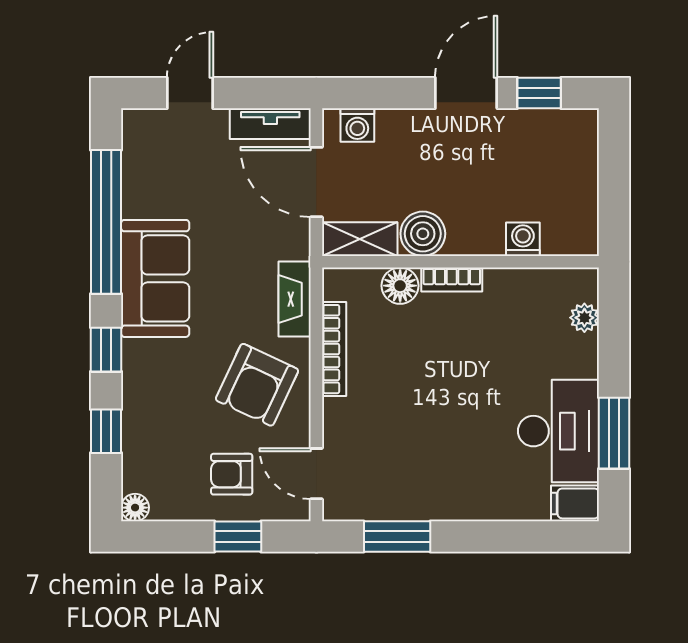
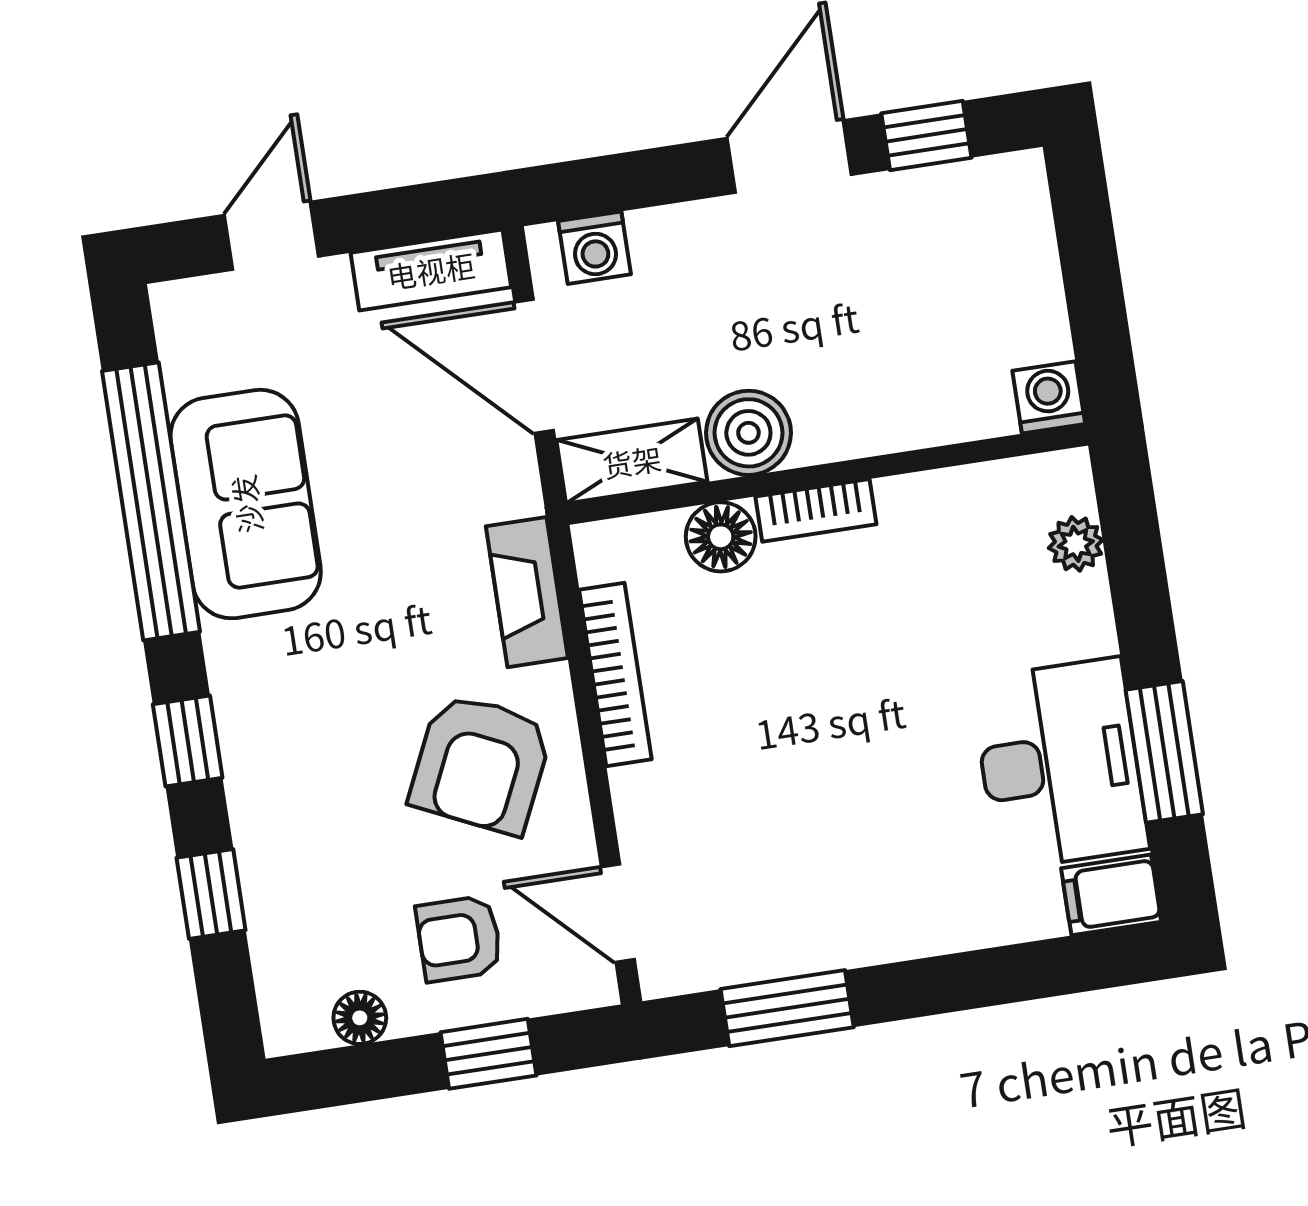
washing machine: (523, 239) -> (1049, 397), moved
sofa: (155, 278) -> (246, 504), moved
floor lamp: (135, 508) -> (360, 1018), moved

